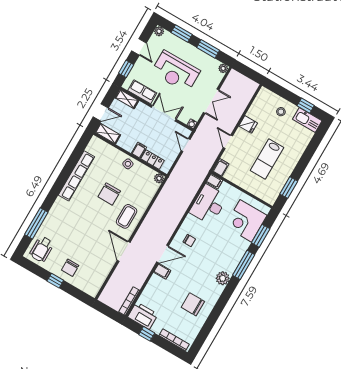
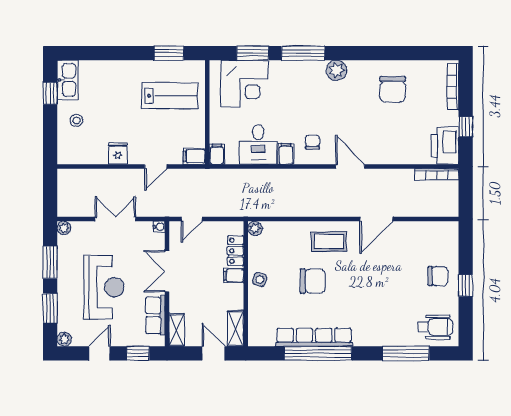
lab bench: (267, 159) -> (170, 96), moved
window: (66, 173) -> (318, 353), added
desk: (209, 204) -> (258, 144), width x0.73
filing cabinet: (162, 271) -> (286, 154), moved

